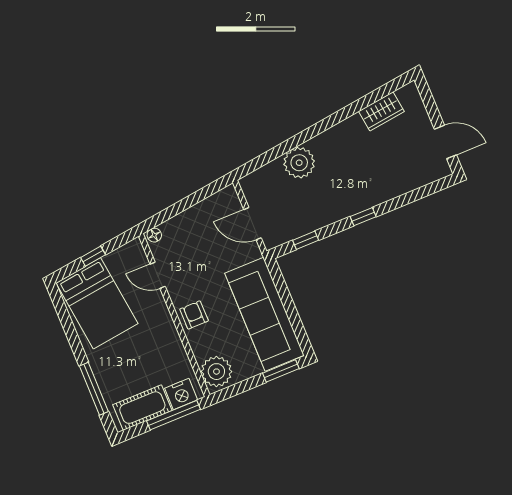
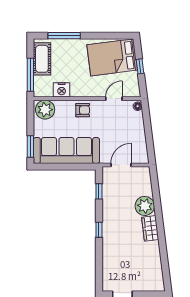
wardrobe: (381, 111) -> (150, 228), moved
nightstand: (181, 394) -> (62, 90), moved, turned -90

